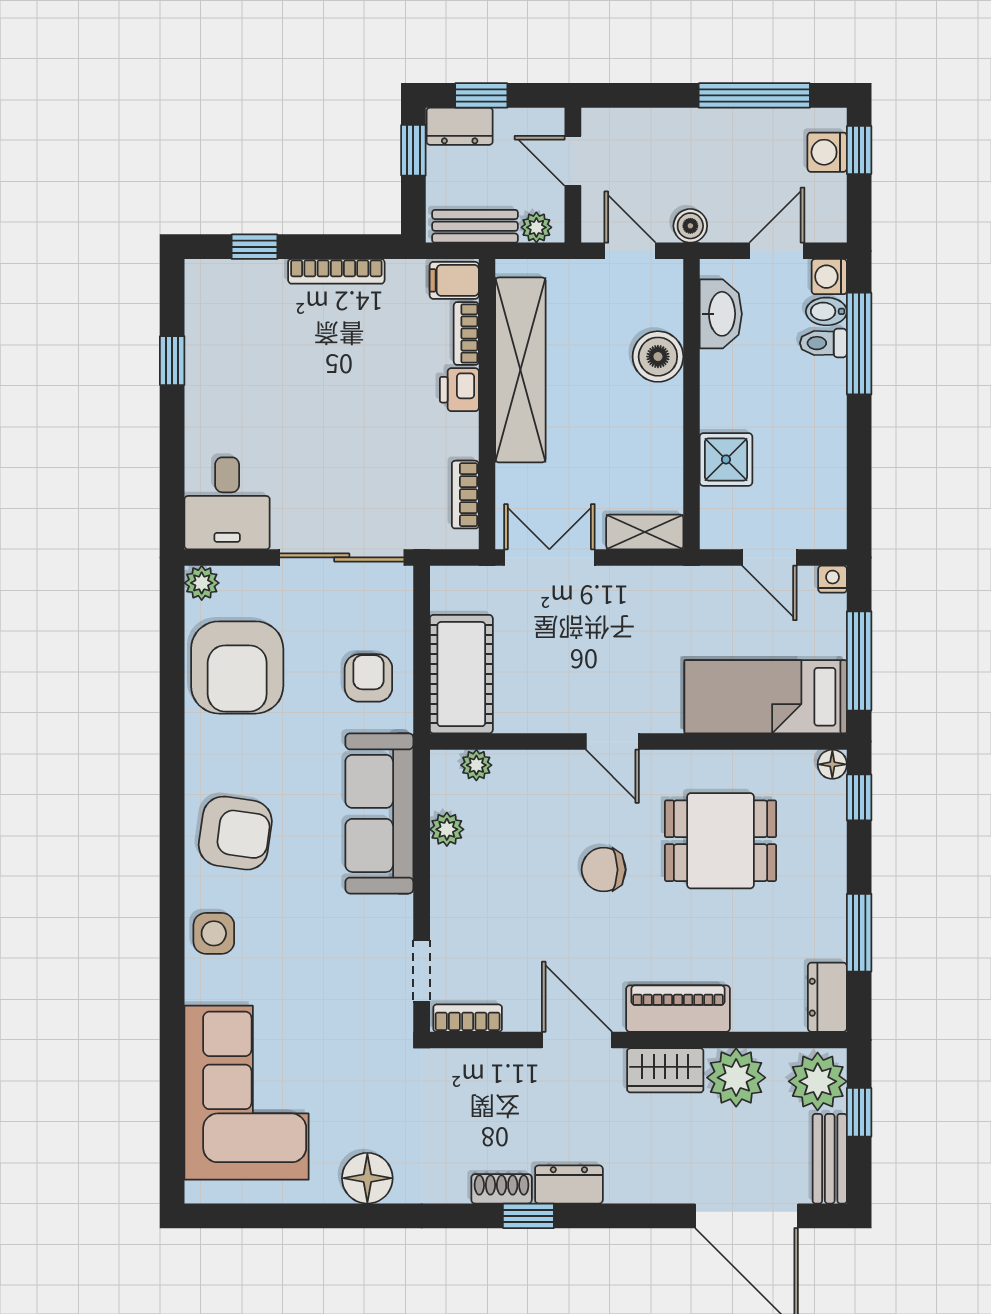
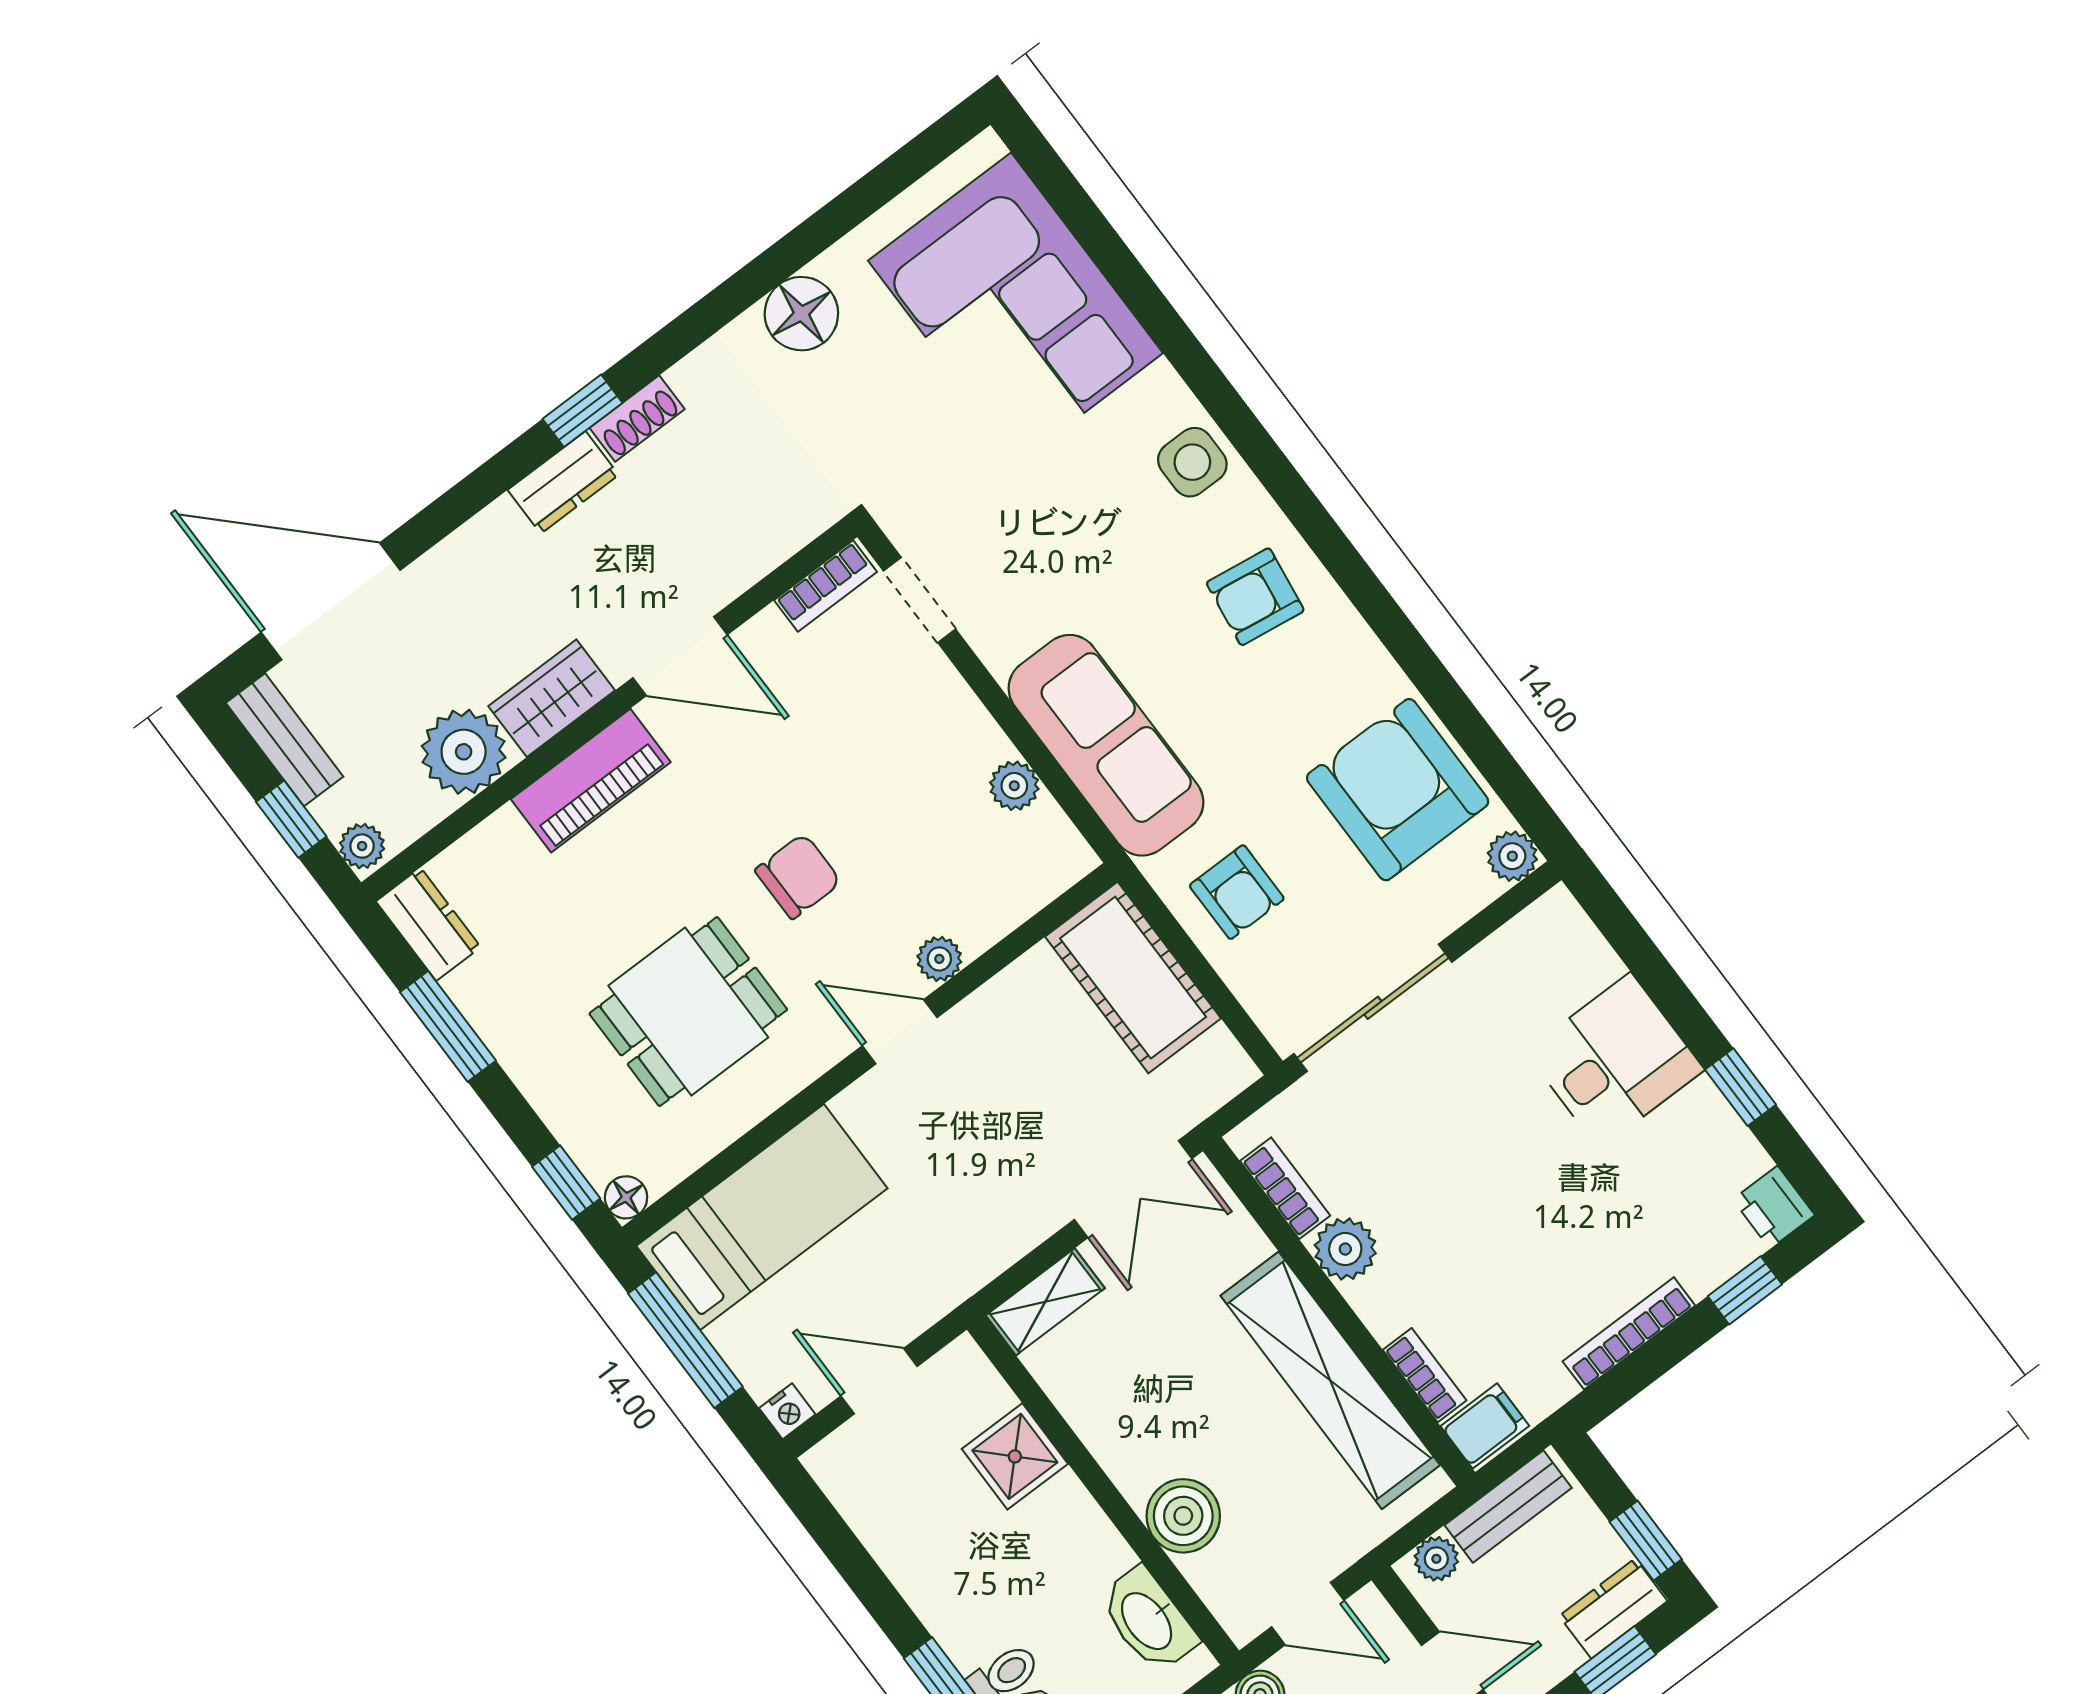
printer: (459, 390) -> (1774, 1207), moved, turned 180
plant: (457, 436) -> (1345, 1249), added
desk: (227, 503) -> (1615, 1061), moved, turned 90
plant: (476, 765) -> (939, 959), moved
armchair: (235, 833) -> (1255, 597), width x0.72, depth x0.72
plant: (818, 1081) -> (362, 846), width x0.53, depth x0.53

